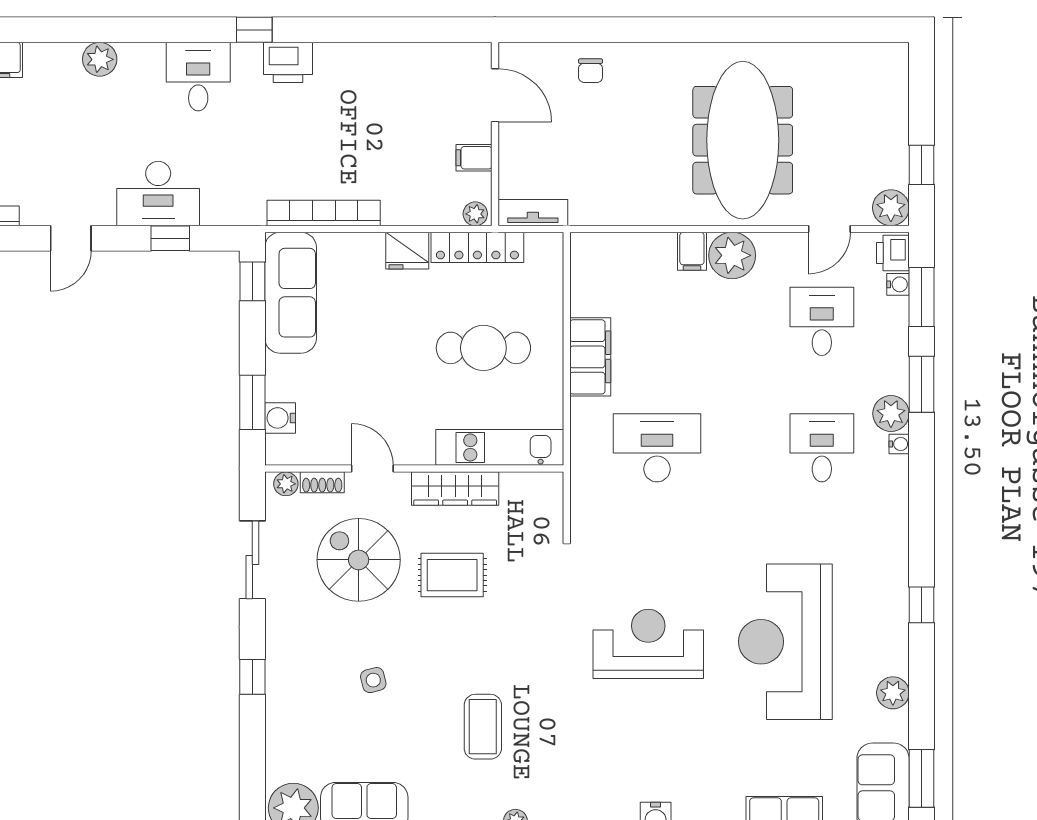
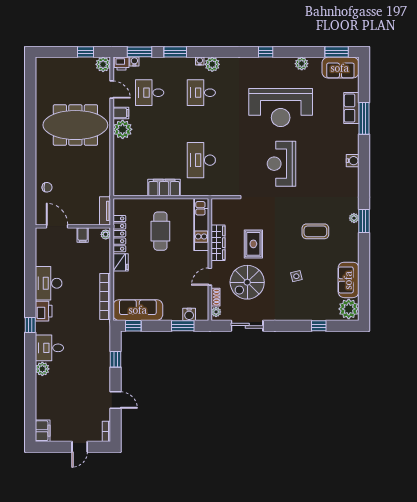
plant: (100, 59) -> (42, 369), moved
door: (495, 95) -> (57, 226), hinge flipped
desk: (158, 194) -> (49, 283), moved, turned 180
filing cabinet: (692, 251) -> (121, 113), moved
plant: (891, 414) -> (212, 64), moved
window: (252, 677) -> (319, 326), moved

